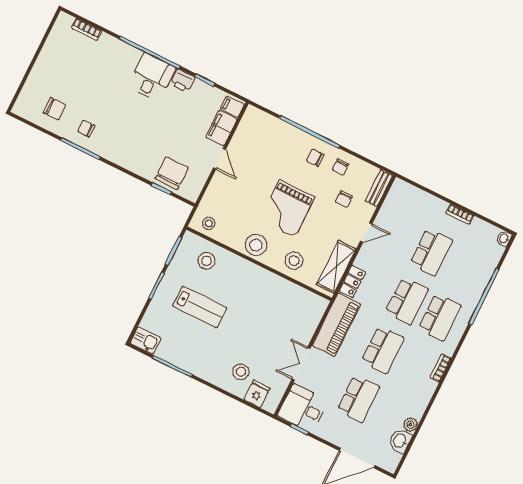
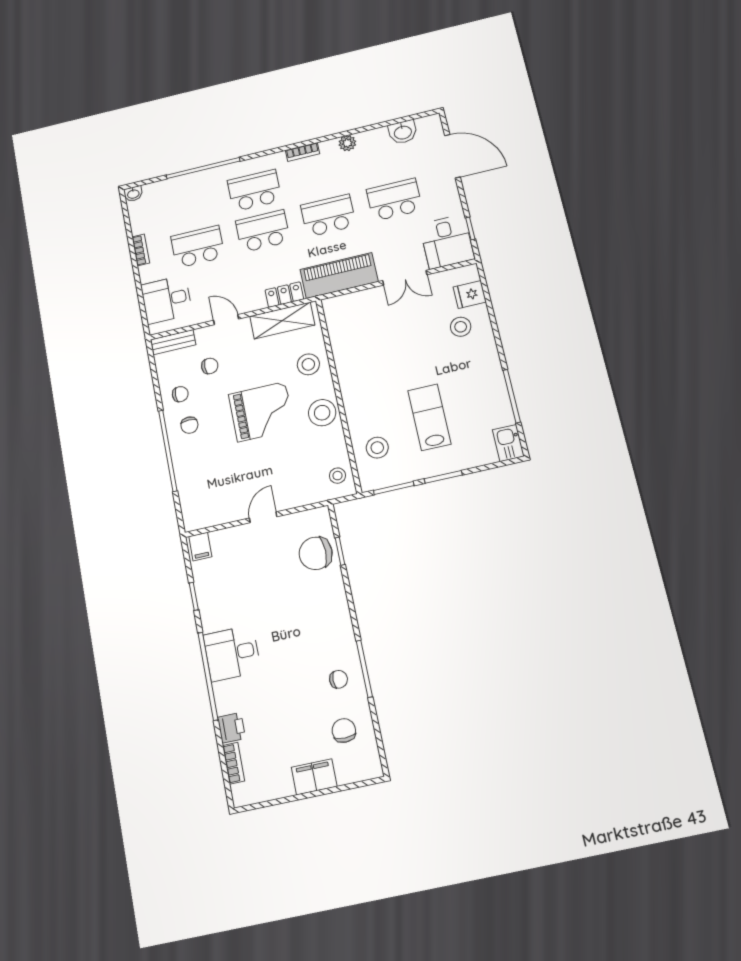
printer: (183, 81) -> (231, 728), moved
filing cabinet: (221, 128) -> (314, 777), moved, turned 180
chair: (86, 129) -> (338, 679), turned -90
desk: (411, 205) -> (167, 300), added
plant: (410, 425) -> (347, 143), moved

